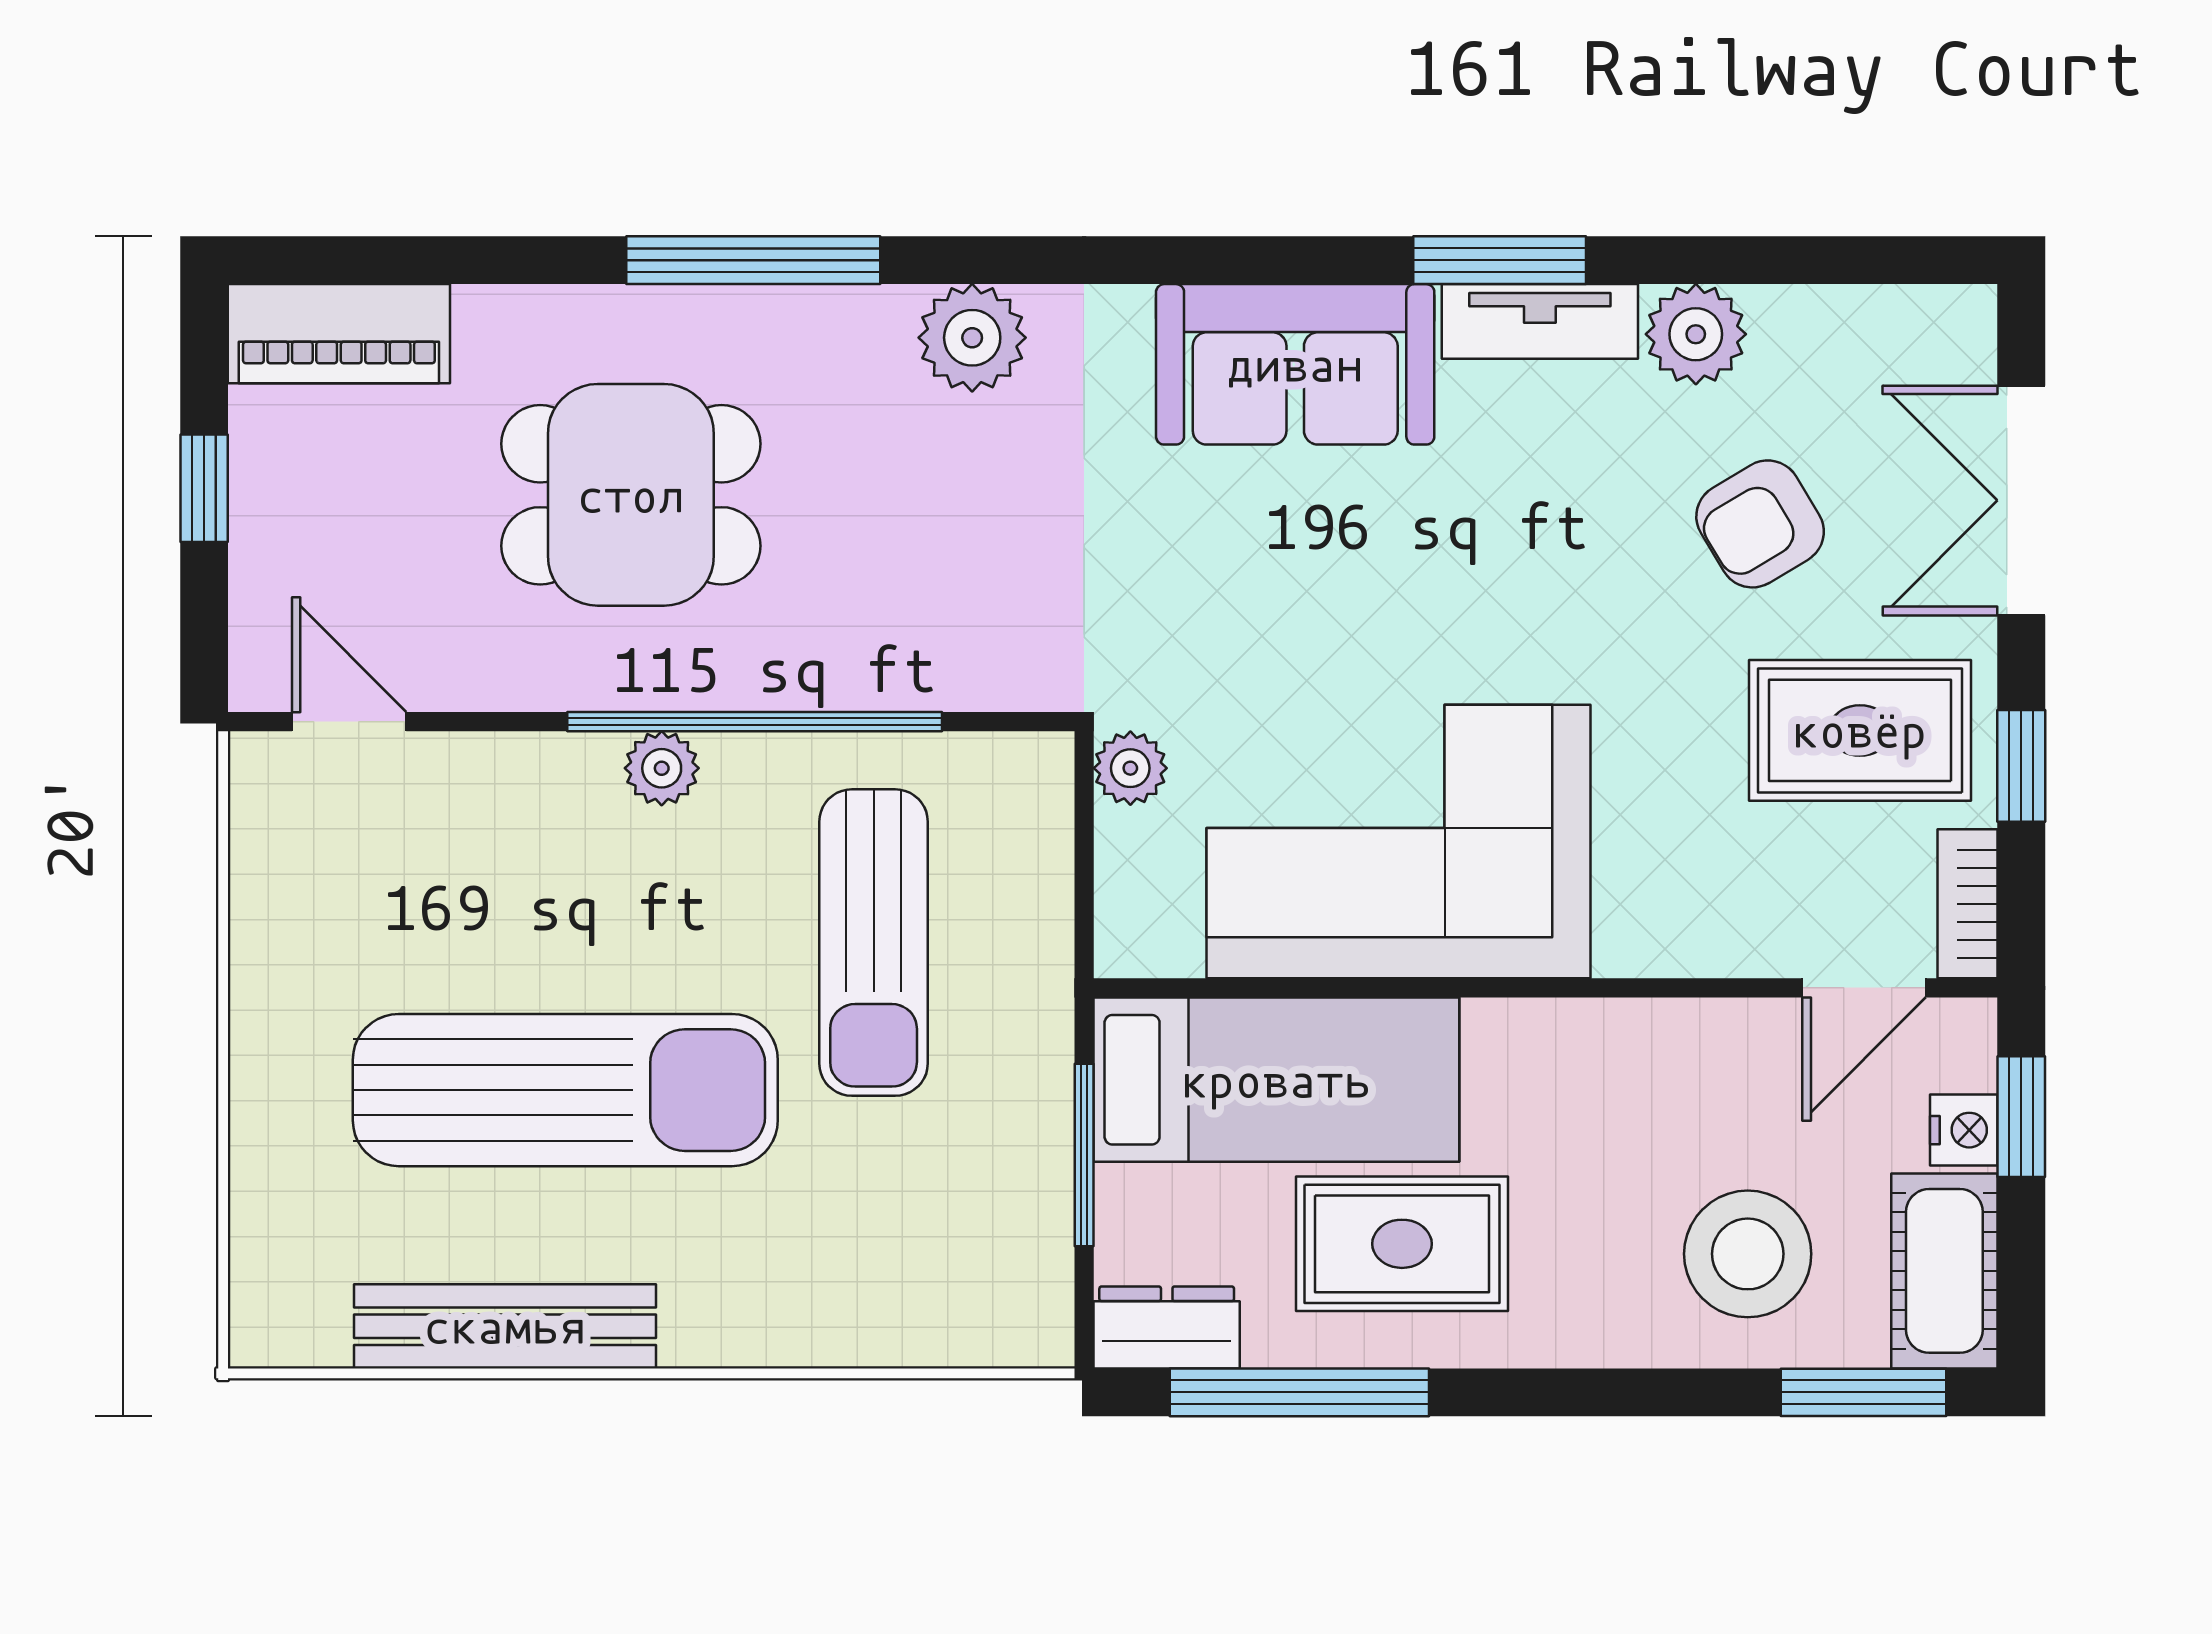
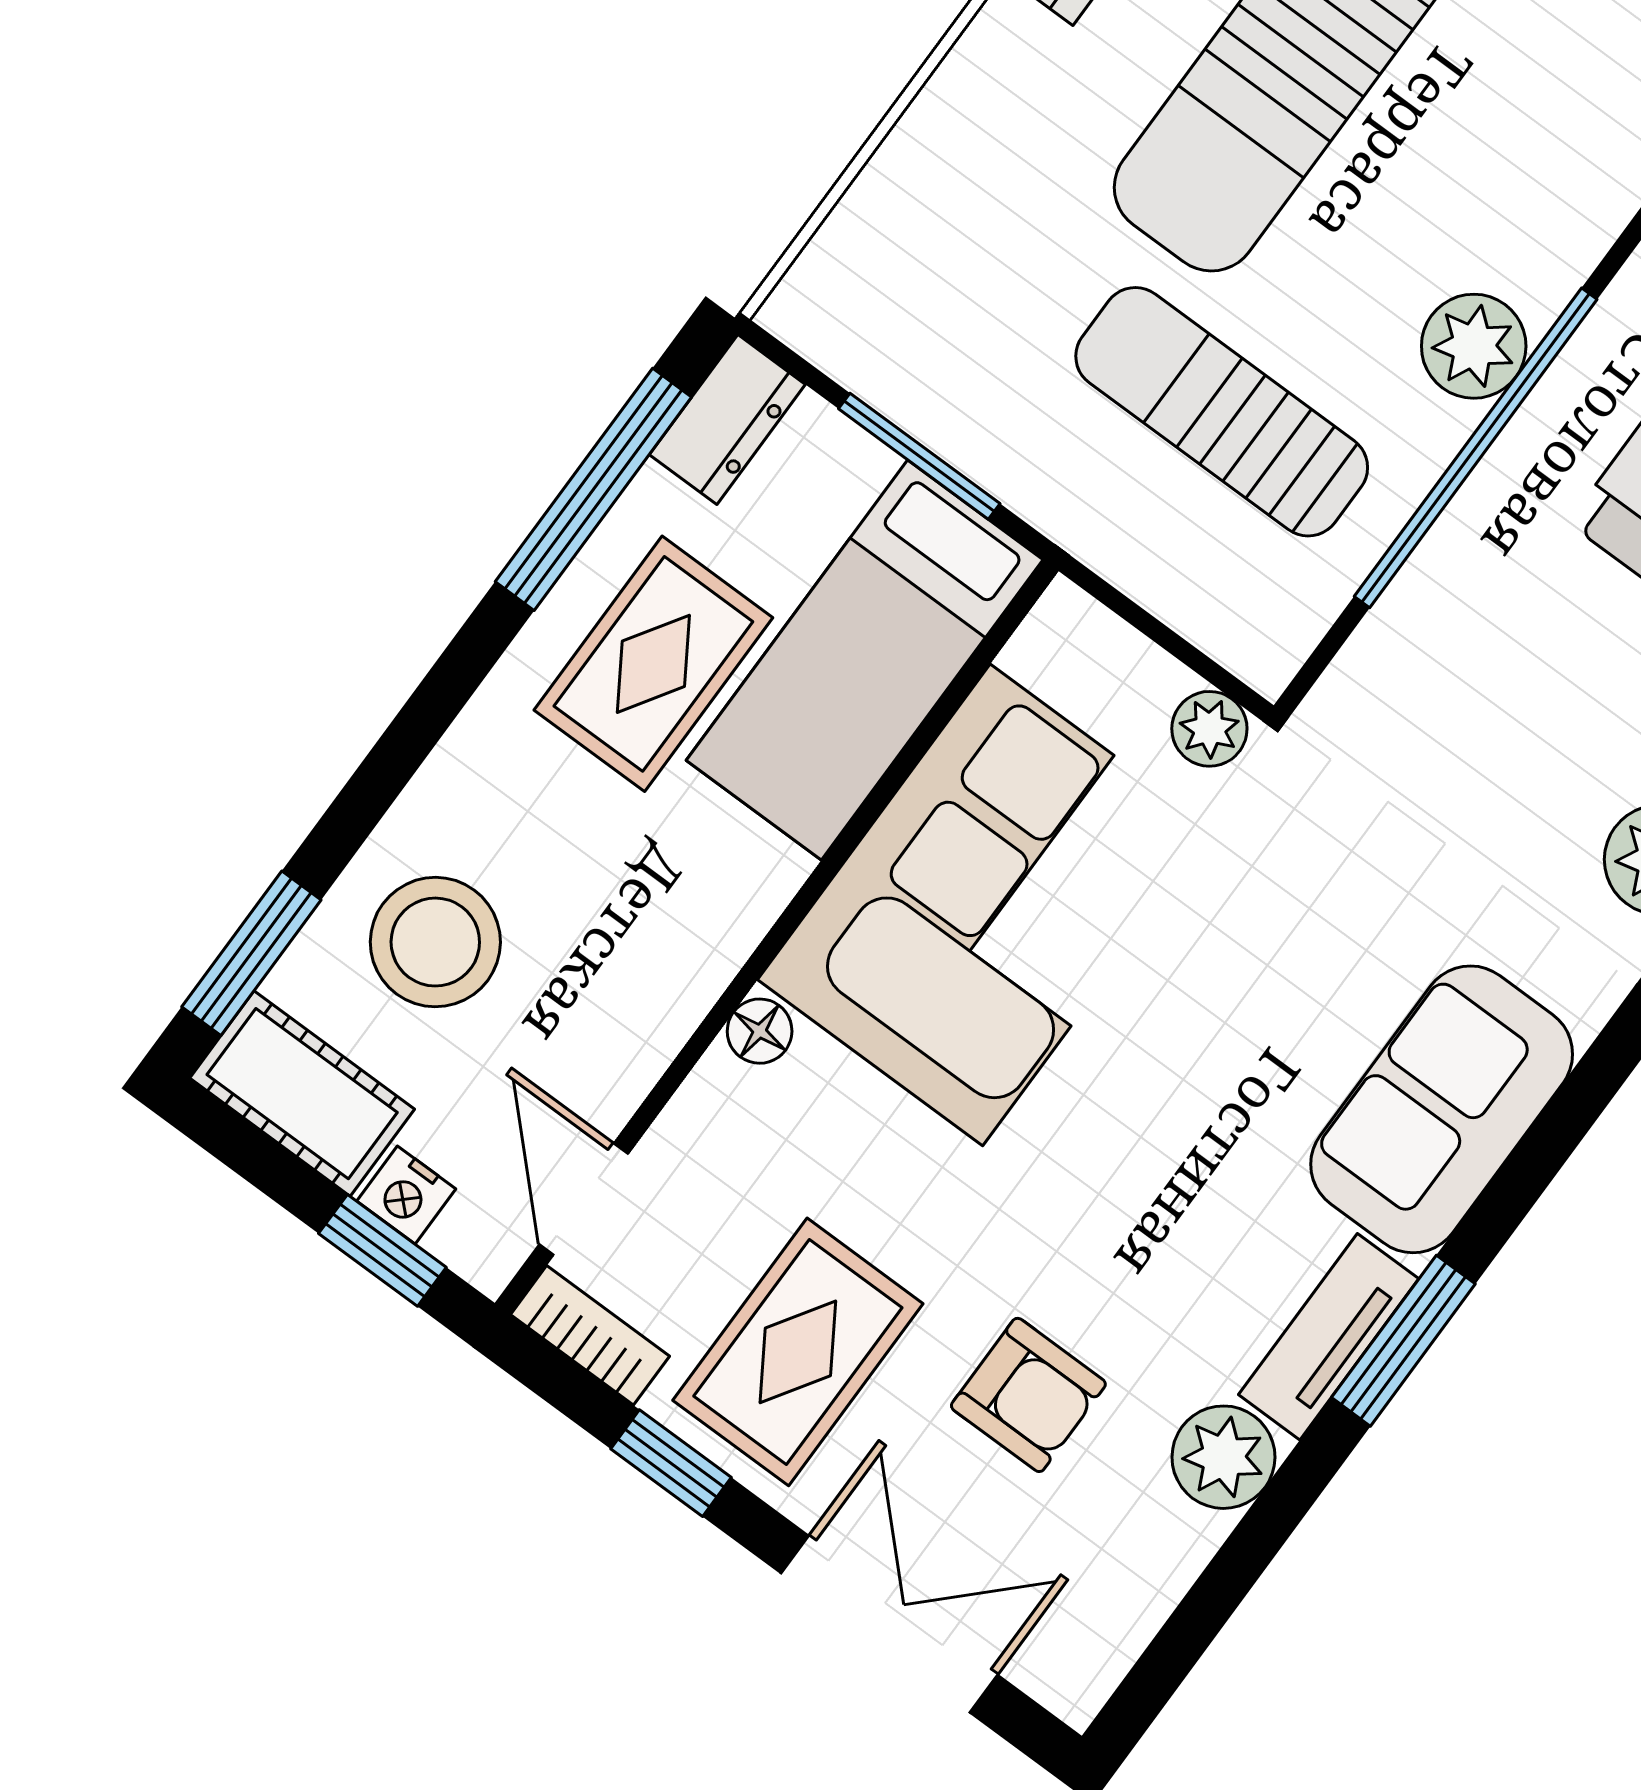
armchair: (1760, 524) -> (1028, 1395), turned 121
plant: (662, 768) -> (1474, 346), width x1.38, depth x1.38
floor lamp: (1630, 947) -> (760, 1031), added

